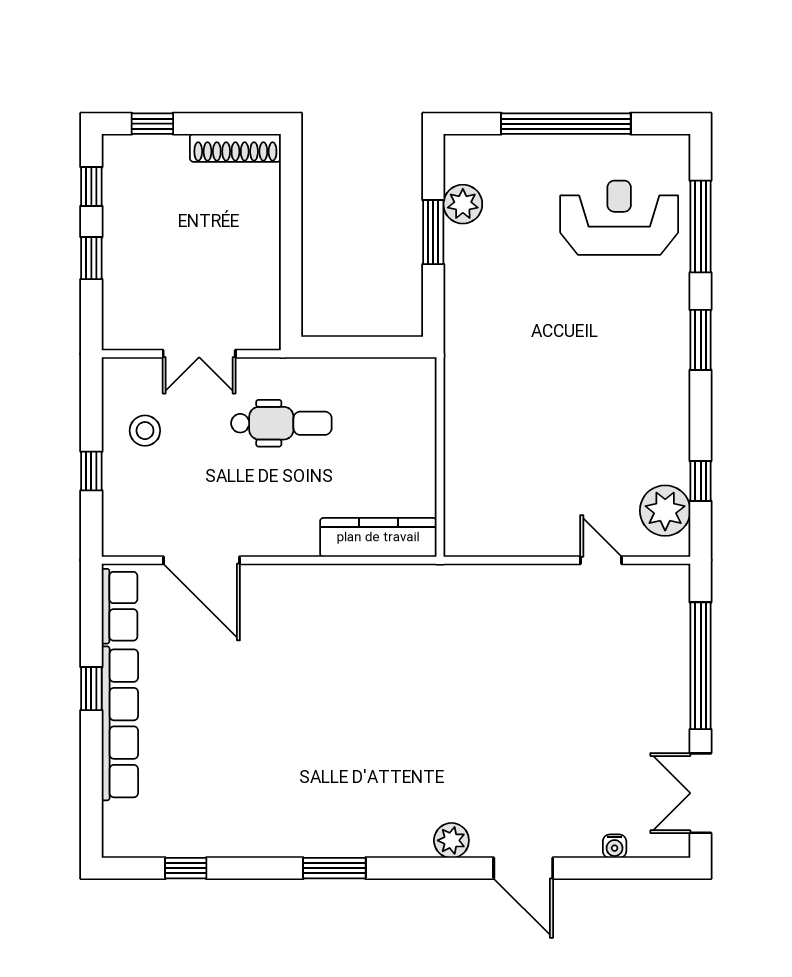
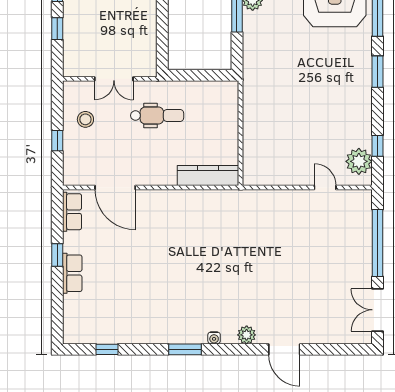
row of seats: (120, 723) -> (72, 273), width x0.50
water cooler: (615, 846) -> (214, 338), moved

